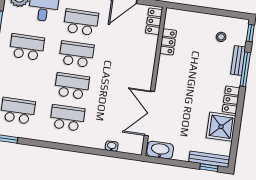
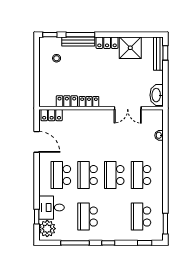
bench: (238, 60) -> (78, 41), width x1.36
locker: (164, 68) -> (89, 102), added
double door: (149, 113) -> (128, 108), width x0.73

